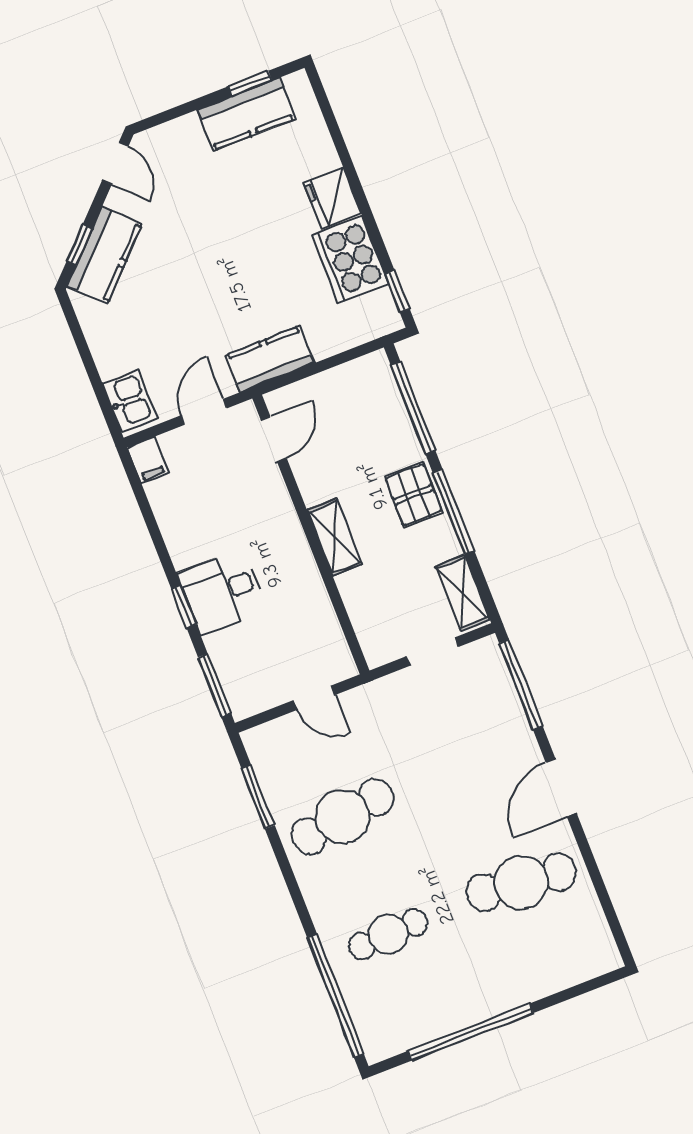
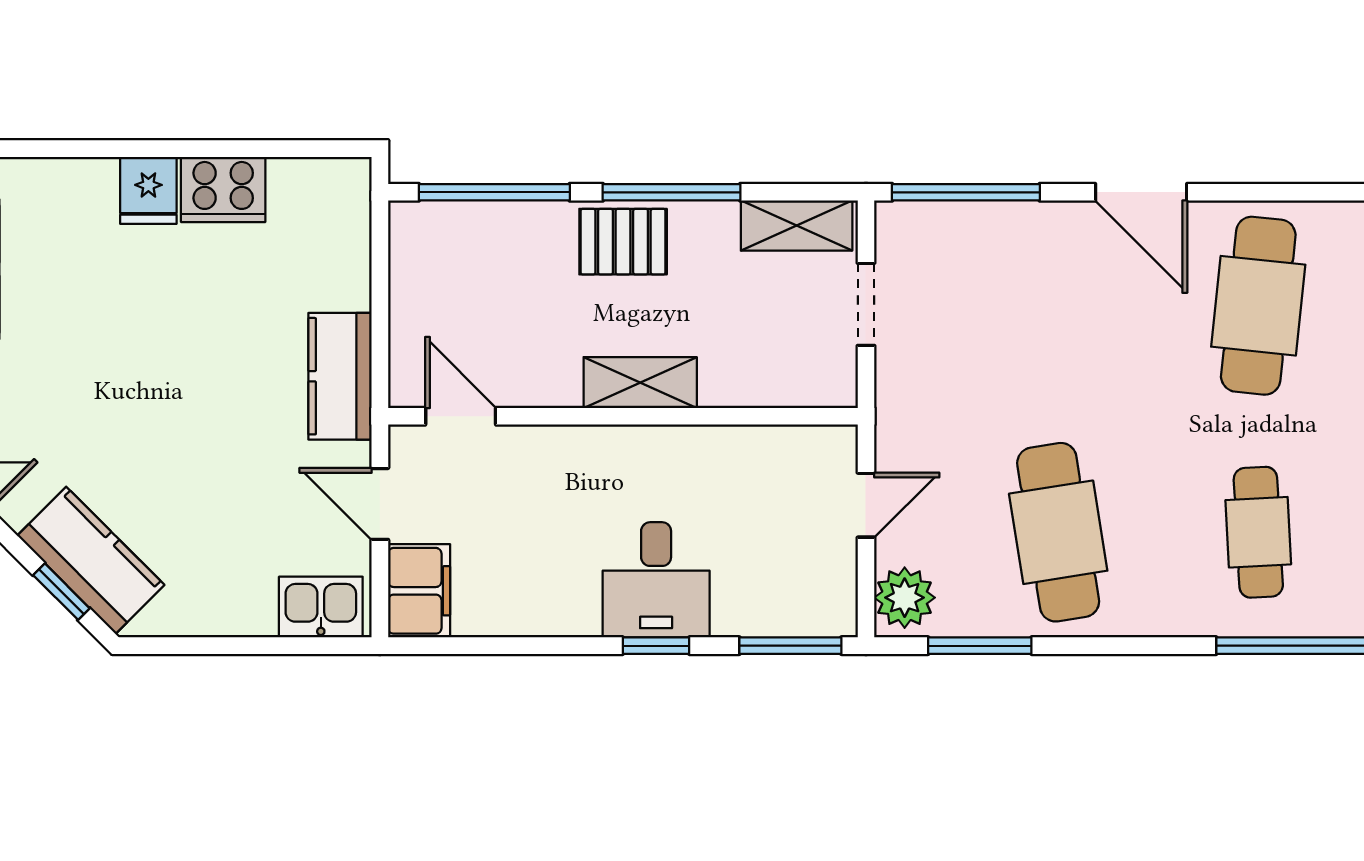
fridge: (332, 198) -> (148, 190), width x0.72
cooker: (350, 259) -> (223, 189), width x0.73, depth x0.76
window: (397, 291) -> (313, 149), removed
filing cabinet: (148, 460) -> (419, 591), width x2.00
plant: (269, 741) -> (905, 598), added

